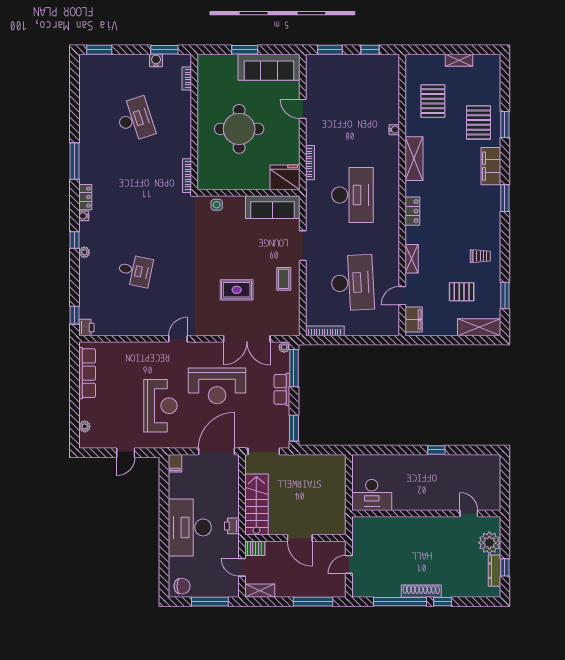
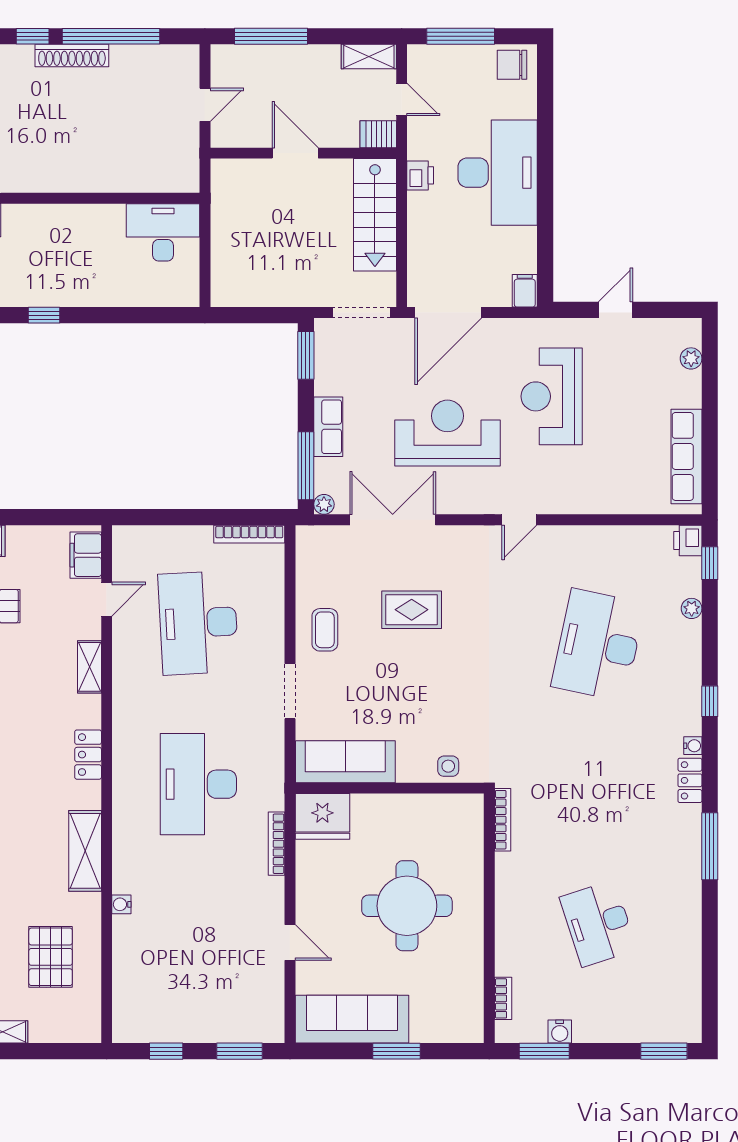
plant: (84, 252) -> (692, 608), moved
desk: (135, 271) -> (598, 645), width x1.87, depth x1.30

